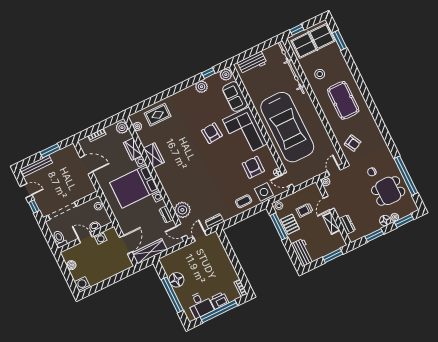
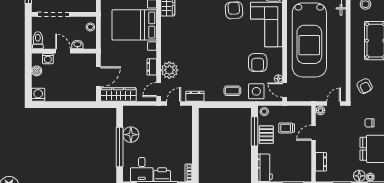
armchair: (253, 167) -> (258, 63), turned 180
shelving: (331, 223) -> (306, 153), removed
door: (181, 231) -> (159, 90), hinge flipped
washing machine: (100, 238) -> (48, 59), moved

